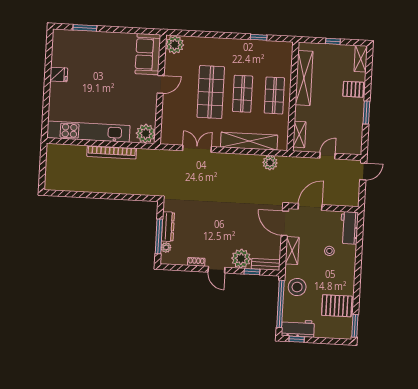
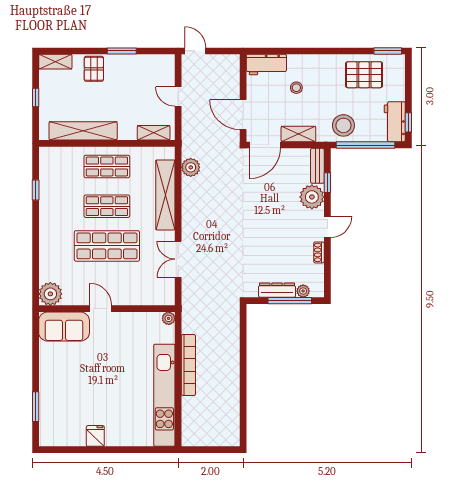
plant: (146, 134) -> (169, 318), width x0.53, depth x0.53
pallet: (337, 306) -> (364, 75), turned 90

